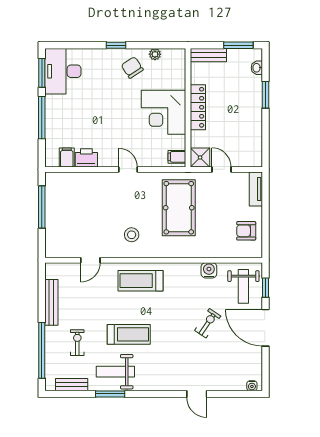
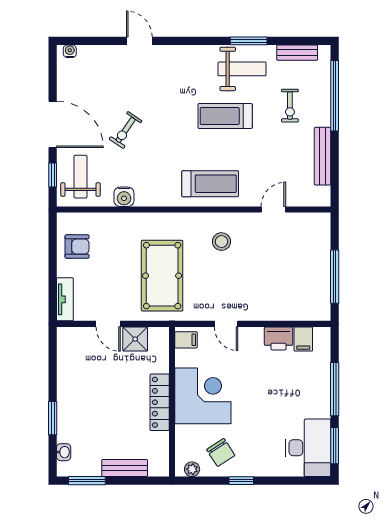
locker: (198, 107) -> (160, 402), moved
wall: (188, 108) -> (172, 402), moved
corner desk: (164, 112) -> (203, 396), moved
filing cabinet: (177, 157) -> (186, 340), moved

